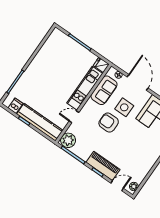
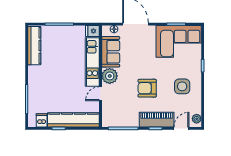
kitchen counter: (49, 45) -> (34, 46), added
side table: (124, 107) -> (182, 86), moved
armchair: (109, 123) -> (147, 88), moved
plant: (68, 140) -> (110, 76), moved

